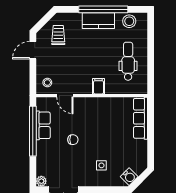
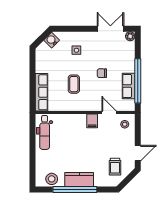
dental chair: (128, 61) -> (45, 132), moved
filing cabinet: (98, 86) -> (92, 121), moved
coffee table: (104, 128) -> (74, 84), added

